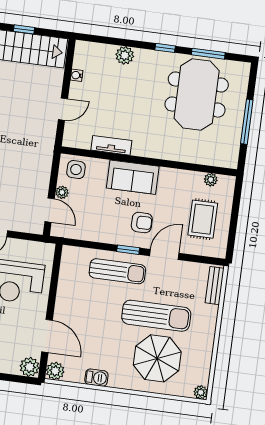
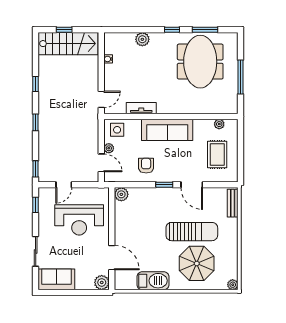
door: (63, 109) -> (101, 99), moved
sofa: (133, 177) -> (167, 130), width x1.36
armchair: (142, 223) -> (146, 166), moved, turned -90
door: (164, 254) -> (192, 185), swing flipped
sun lounger: (117, 271) -> (158, 202), removed
plant: (55, 371) -> (121, 194), moved
barbecue: (96, 378) -> (153, 281), width x1.88, depth x1.53

